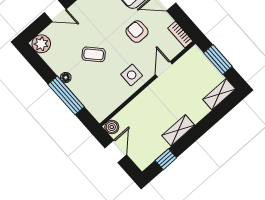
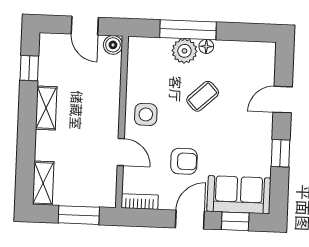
plant: (41, 44) -> (184, 51), moved

